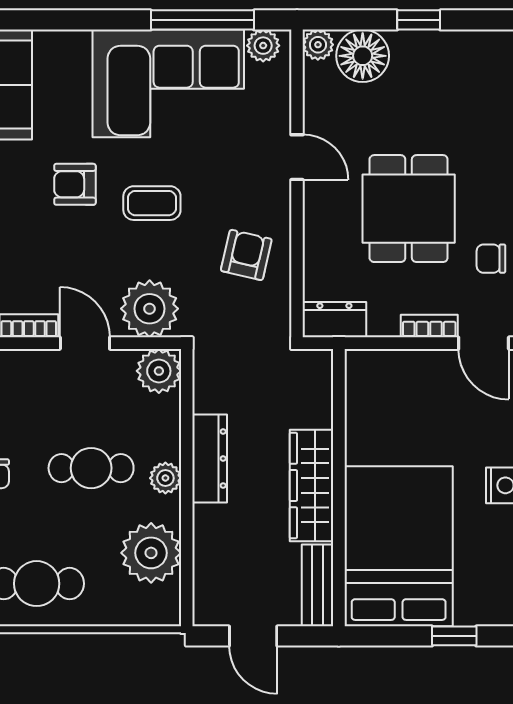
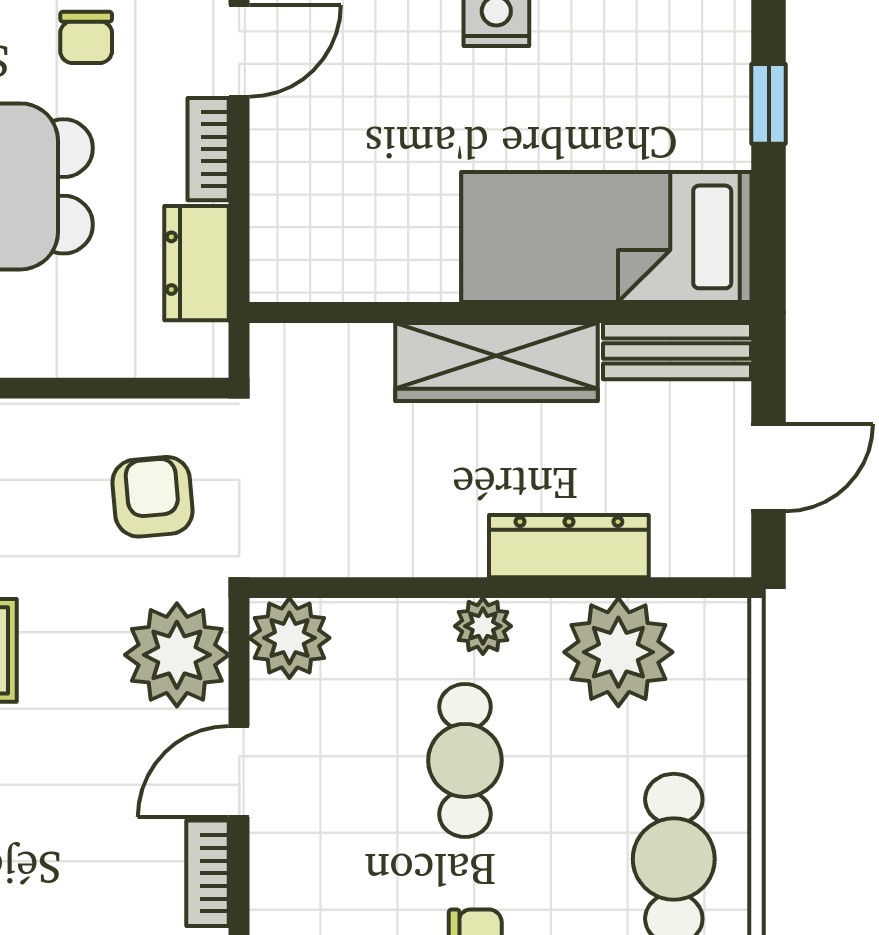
armchair: (246, 255) -> (153, 497), moved, turned 72
dresser: (334, 320) -> (197, 263), moved
dresser: (210, 459) -> (569, 546), moved
bed: (399, 546) -> (606, 237), width x0.67

